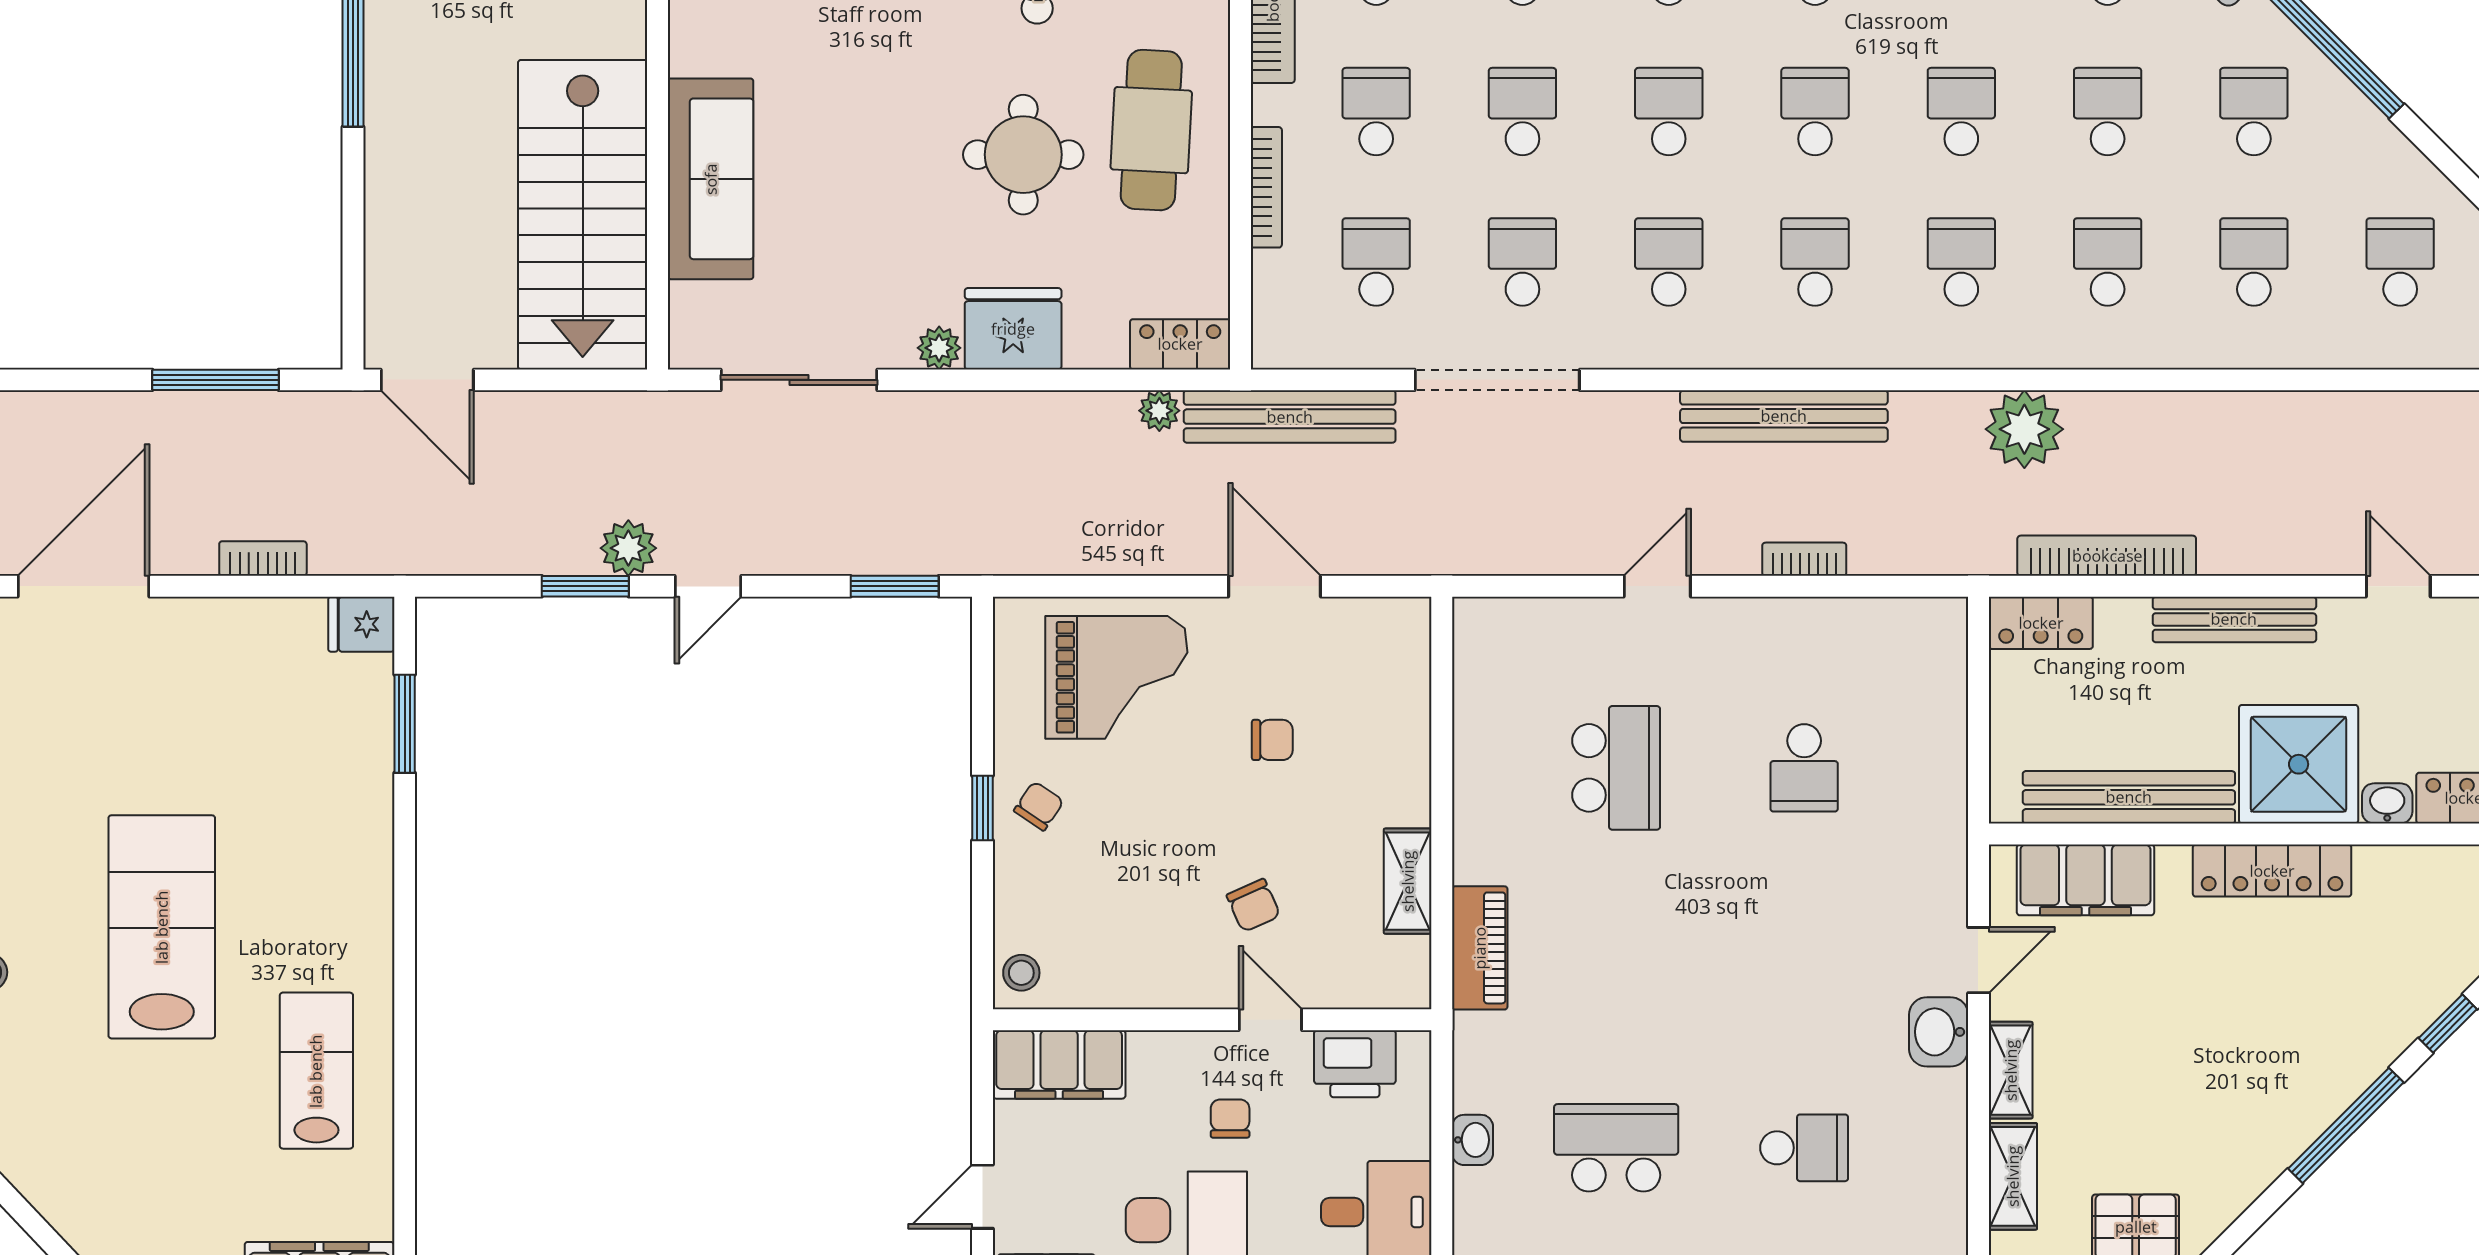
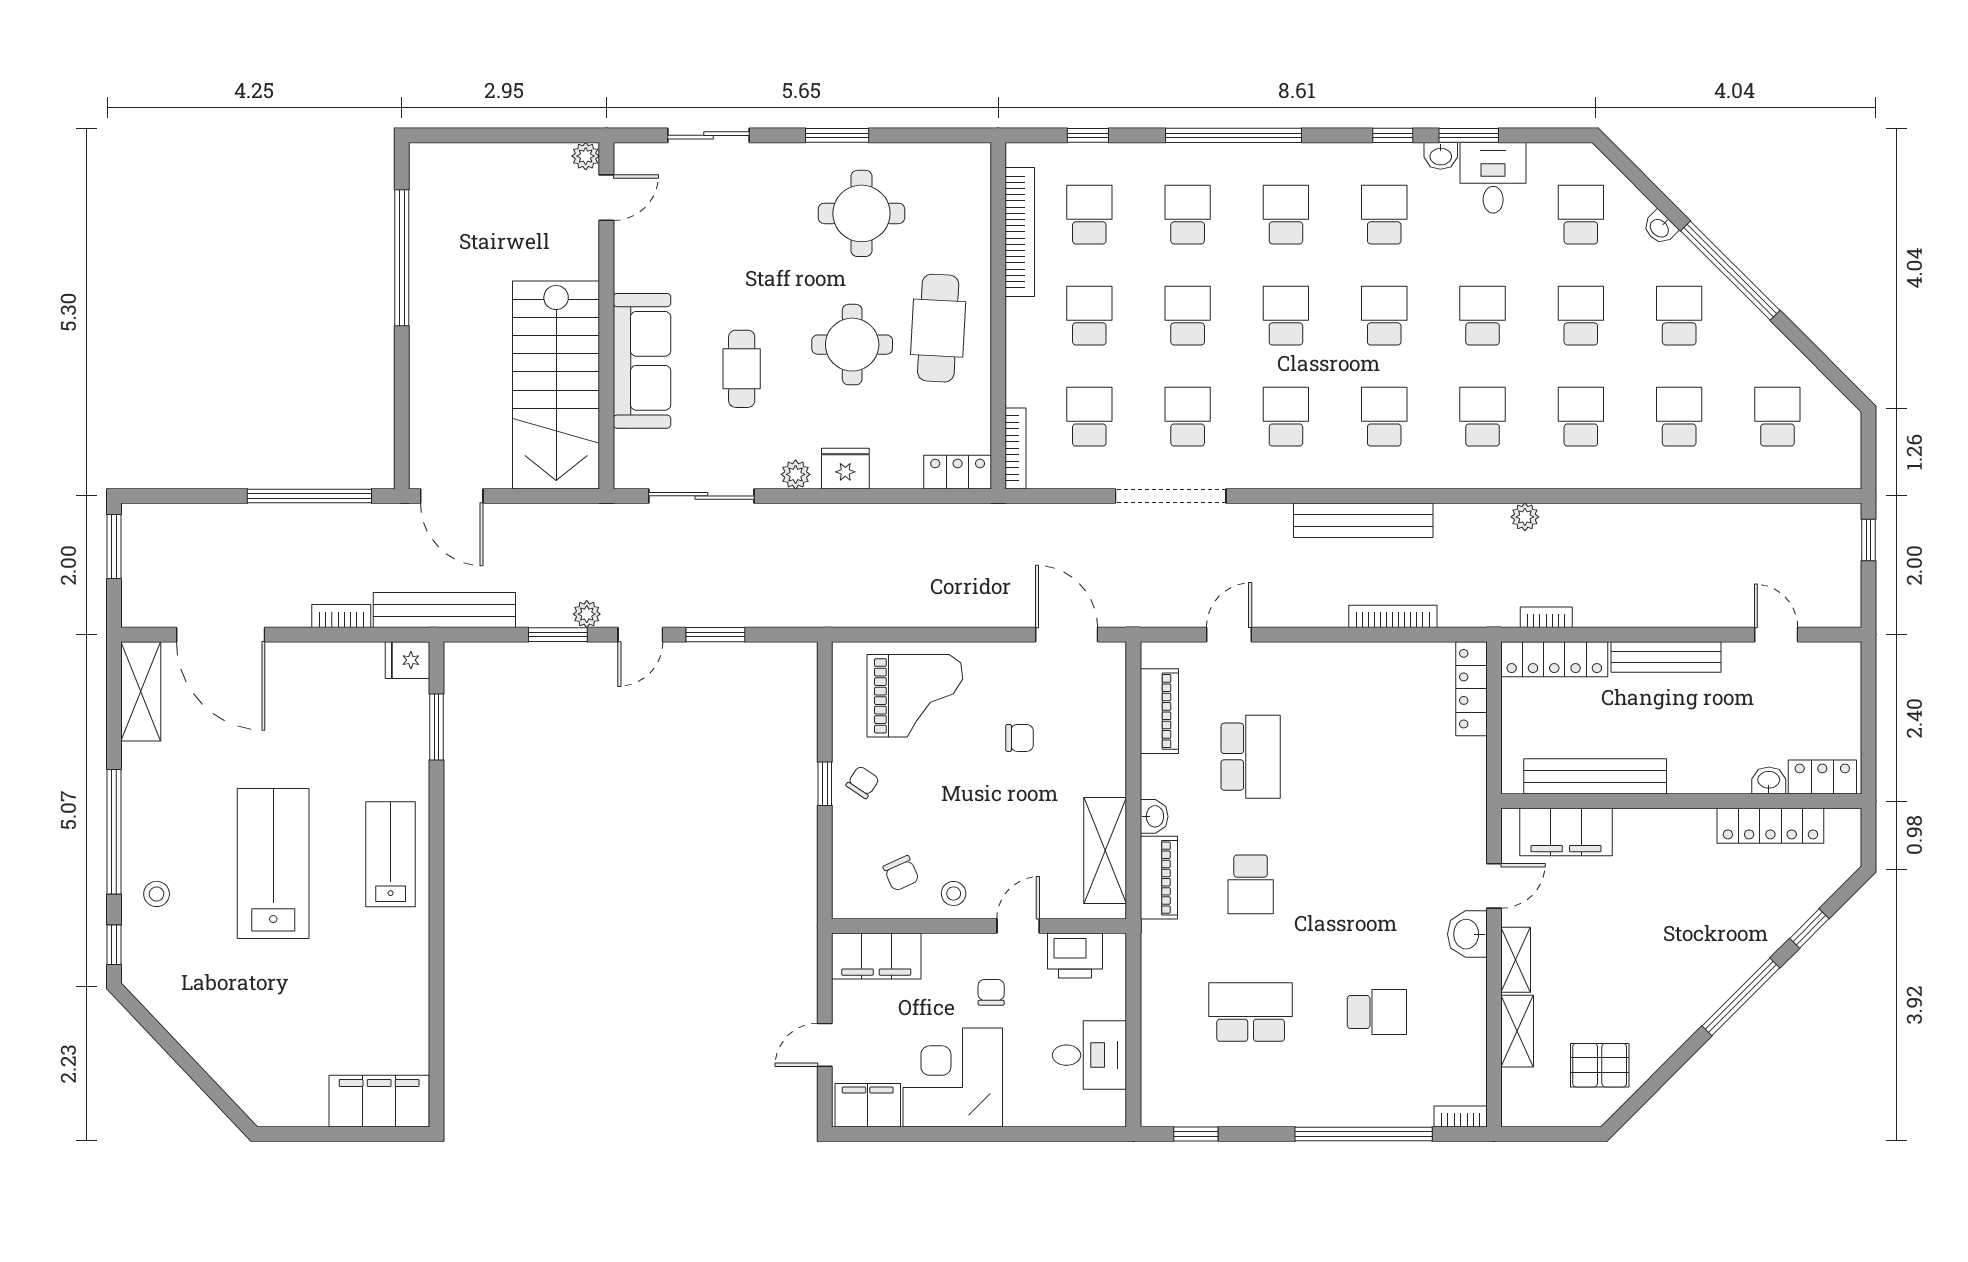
bookcase: (1266, 187) -> (1016, 448), moved
cafe table: (859, 191) -> (742, 369), added
fridge: (1013, 329) -> (845, 469), width x0.73, depth x0.75
window: (215, 380) -> (309, 496), width x1.46
plant: (1159, 411) -> (944, 517), removed
bench: (1290, 417) -> (444, 610), moved
plant: (2024, 429) -> (1525, 517), width x0.53, depth x0.53
plant: (628, 548) -> (587, 614), width x0.73, depth x0.73
bookcase: (2107, 556) -> (1546, 617), width x0.43, depth x0.76
bookcase: (1804, 559) -> (1393, 616), width x1.56
door: (84, 586) -> (221, 635), swing flipped
window: (895, 586) -> (715, 635), moved
door: (1275, 586) -> (1067, 635), moved
door: (1657, 586) -> (1229, 635), moved
locker: (2041, 623) -> (1554, 659), width x1.53
locker: (1945, 667) -> (1472, 689), added
piano: (1480, 700) -> (1159, 711), added
shower: (2299, 764) -> (1709, 754), removed
school desk: (1804, 768) -> (1251, 884), moved
locker: (2272, 871) -> (1770, 826), moved
shelving: (1408, 881) -> (1105, 850), width x1.50, depth x1.33
chair: (1253, 905) -> (901, 873), moved
stool: (1021, 973) -> (954, 893), moved
door: (1270, 1020) -> (1018, 926), hinge flipped
lab bench: (316, 1071) -> (391, 854), moved
washbasin: (1473, 1140) -> (1154, 816), moved

